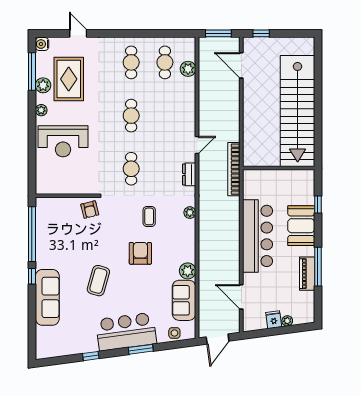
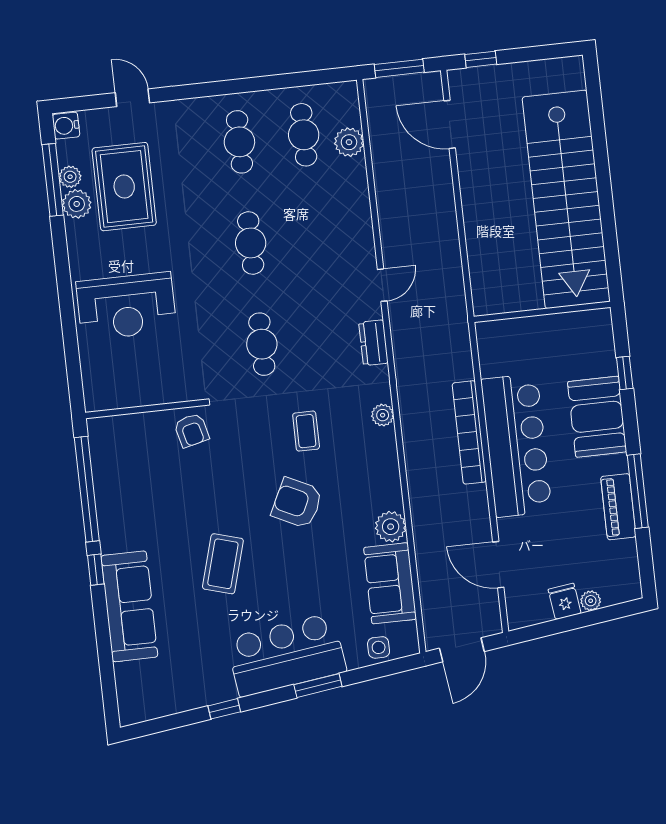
plant: (41, 110) -> (70, 177), moved
bookcase: (234, 169) -> (469, 432), moved
armchair: (140, 253) -> (297, 503), turned -64

